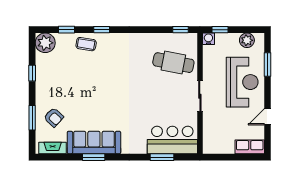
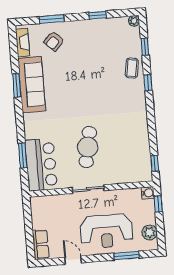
plant: (45, 43) -> (134, 21), width x0.53, depth x0.53
cafe table: (173, 63) -> (88, 147), moved

